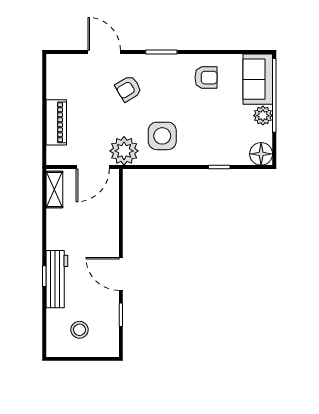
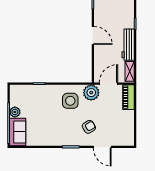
armchair: (206, 78) -> (46, 133), removed
piano: (56, 122) -> (129, 97), moved
floor lamp: (261, 154) -> (16, 91), removed
door: (121, 274) -> (93, 35), moved
workbench: (57, 279) -> (128, 45), moved

